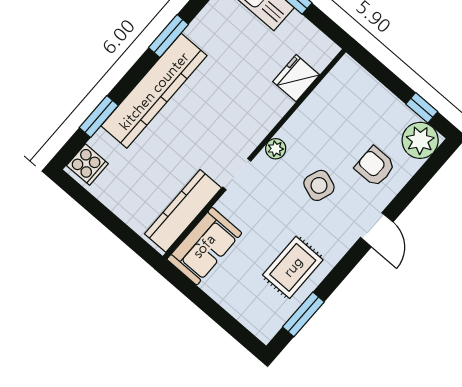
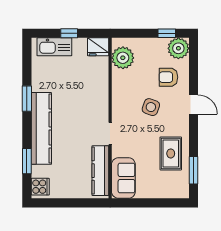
fridge: (296, 78) -> (98, 47), moved, turned -90
plant: (276, 149) -> (123, 58), moved, width x1.88, depth x1.88

